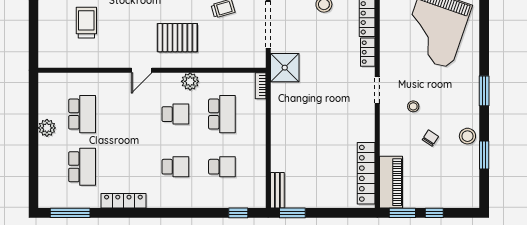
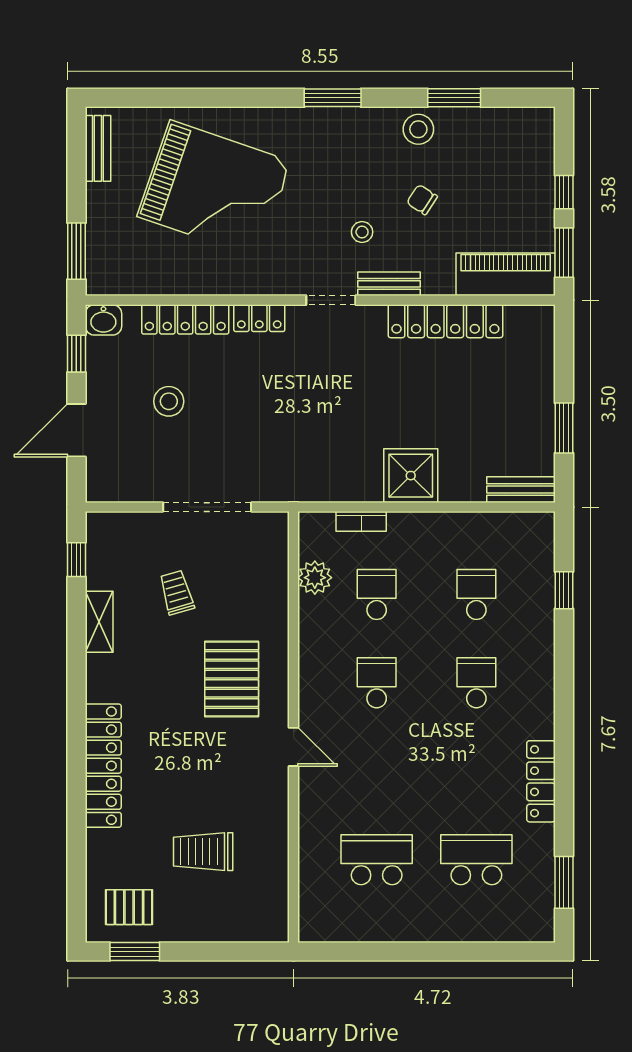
shower: (285, 68) -> (411, 476), moved
plant: (190, 81) -> (315, 578), moved
bookcase: (261, 86) -> (361, 521), moved
school desk: (222, 114) -> (377, 594), width x0.54
bench: (386, 121) -> (389, 284), added
plant: (47, 128) -> (403, 926), removed
locker: (366, 173) -> (445, 321), moved
window: (70, 213) -> (564, 882), width x0.69
window: (238, 213) -> (564, 590), moved
window: (292, 213) -> (564, 428), moved

